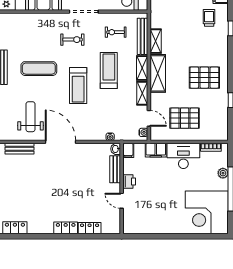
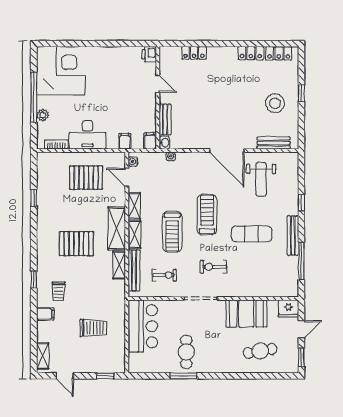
pallet: (204, 78) -> (76, 244), moved
filing cabinet: (156, 150) -> (125, 141), width x0.50
printer: (129, 182) -> (149, 54), moved
stool: (18, 184) -> (275, 103), added
locker: (66, 228) -> (251, 53), moved

